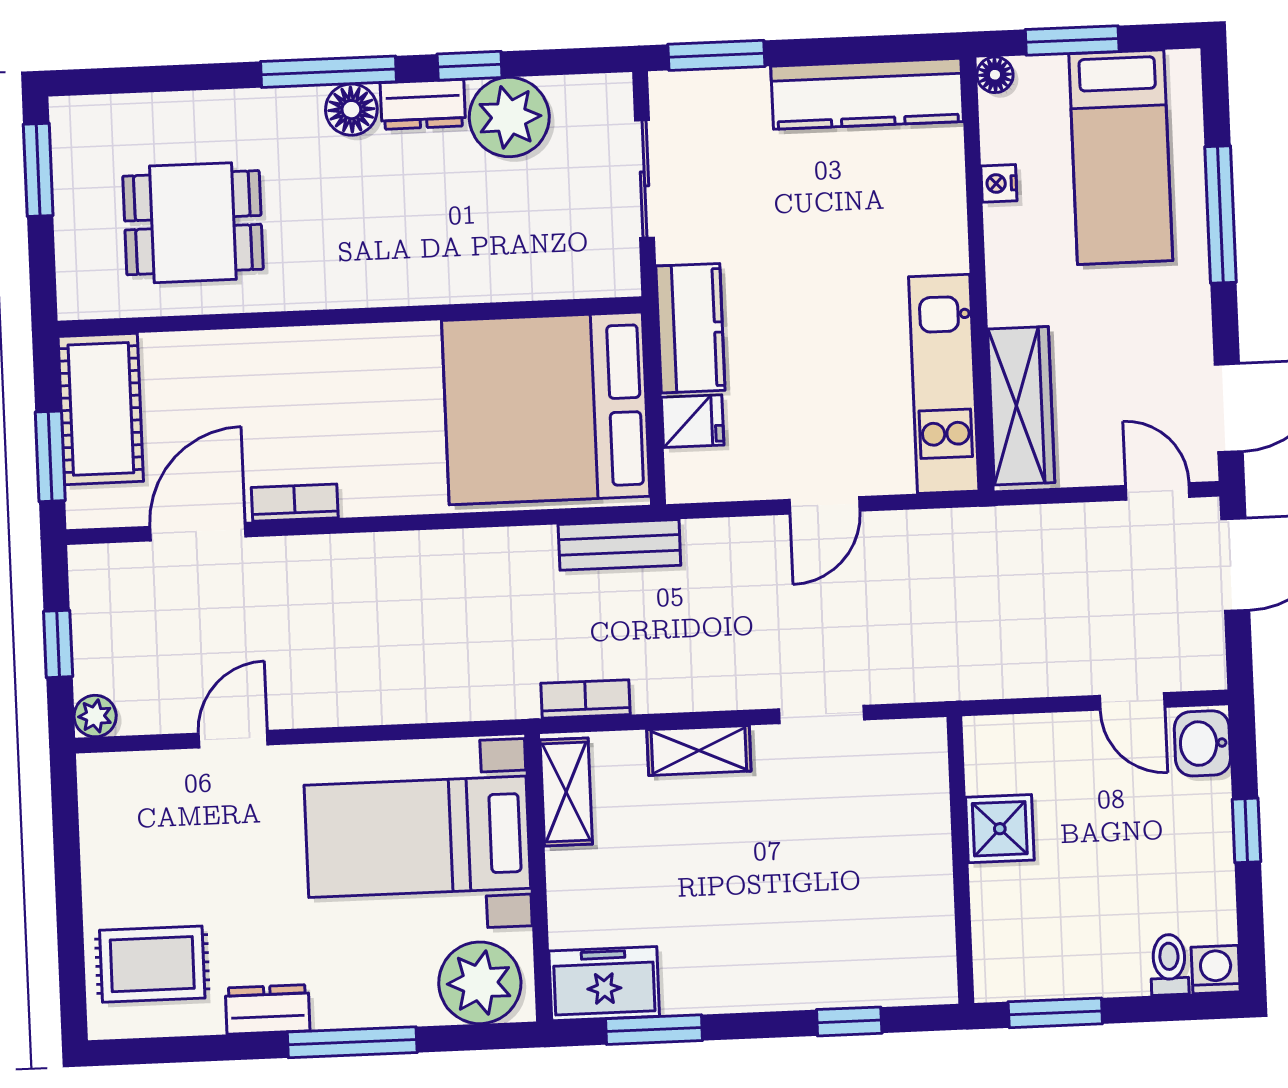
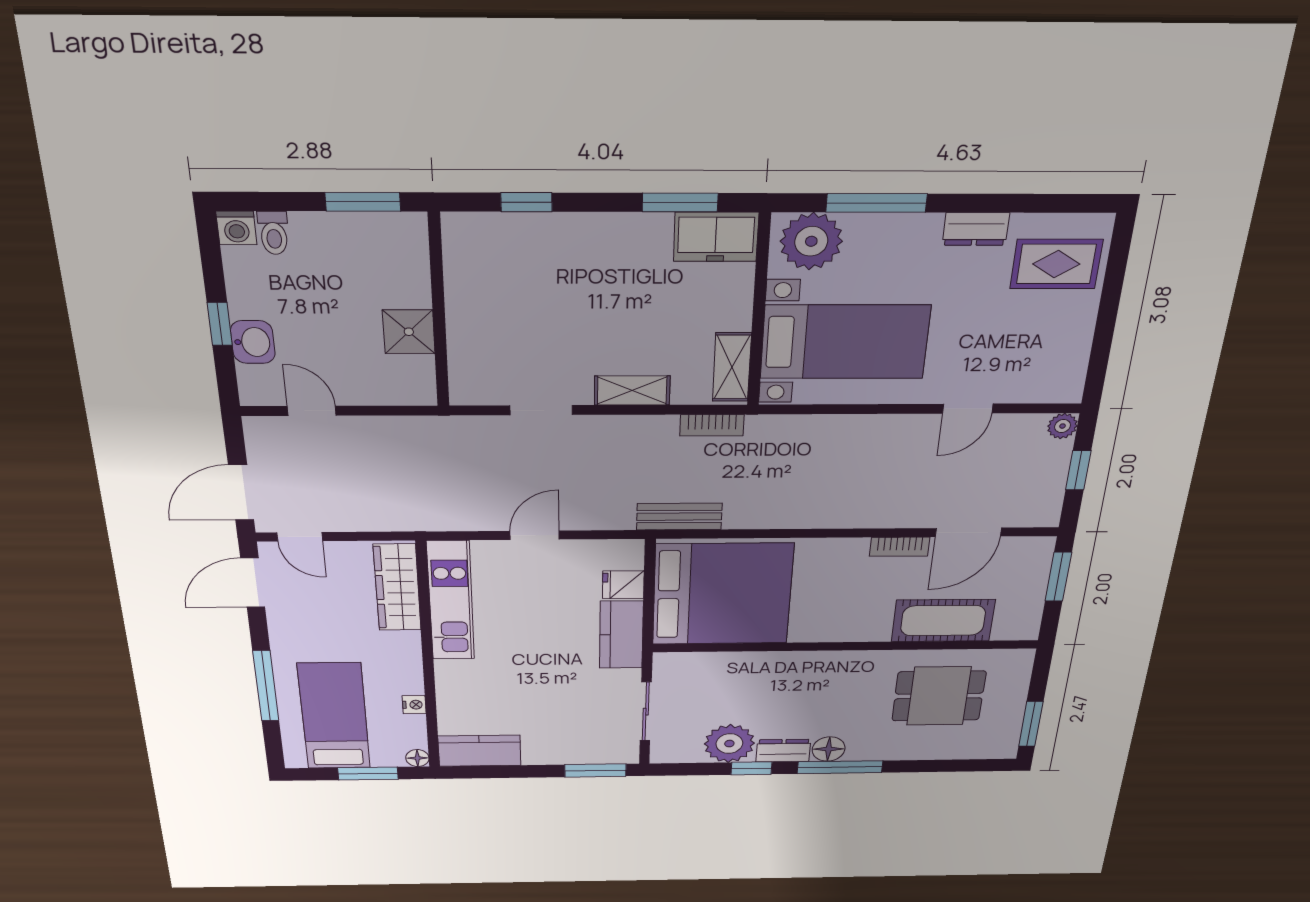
kitchen counter: (867, 94) -> (479, 751), width x0.67
cot: (101, 409) -> (943, 621), moved, turned 90
washbasin: (1202, 743) -> (253, 342), moved
window: (352, 1042) -> (876, 203), moved

